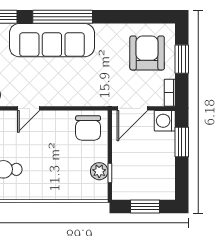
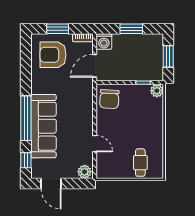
door: (132, 108) -> (95, 66), swing flipped
chair: (88, 128) -> (109, 99), turned 93
window: (182, 142) -> (131, 29), moved
plant: (99, 171) -> (157, 91), moved

